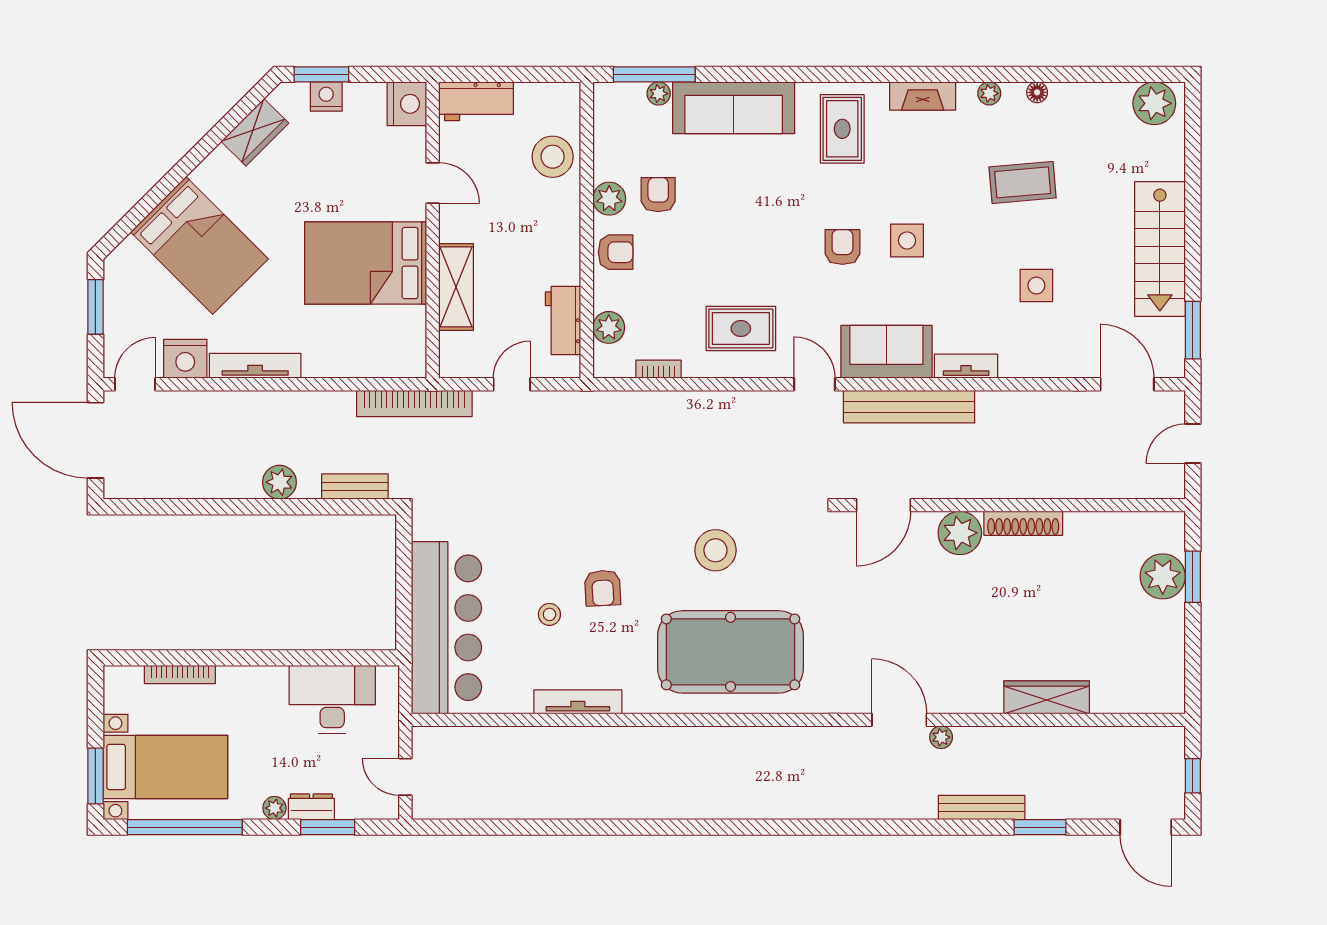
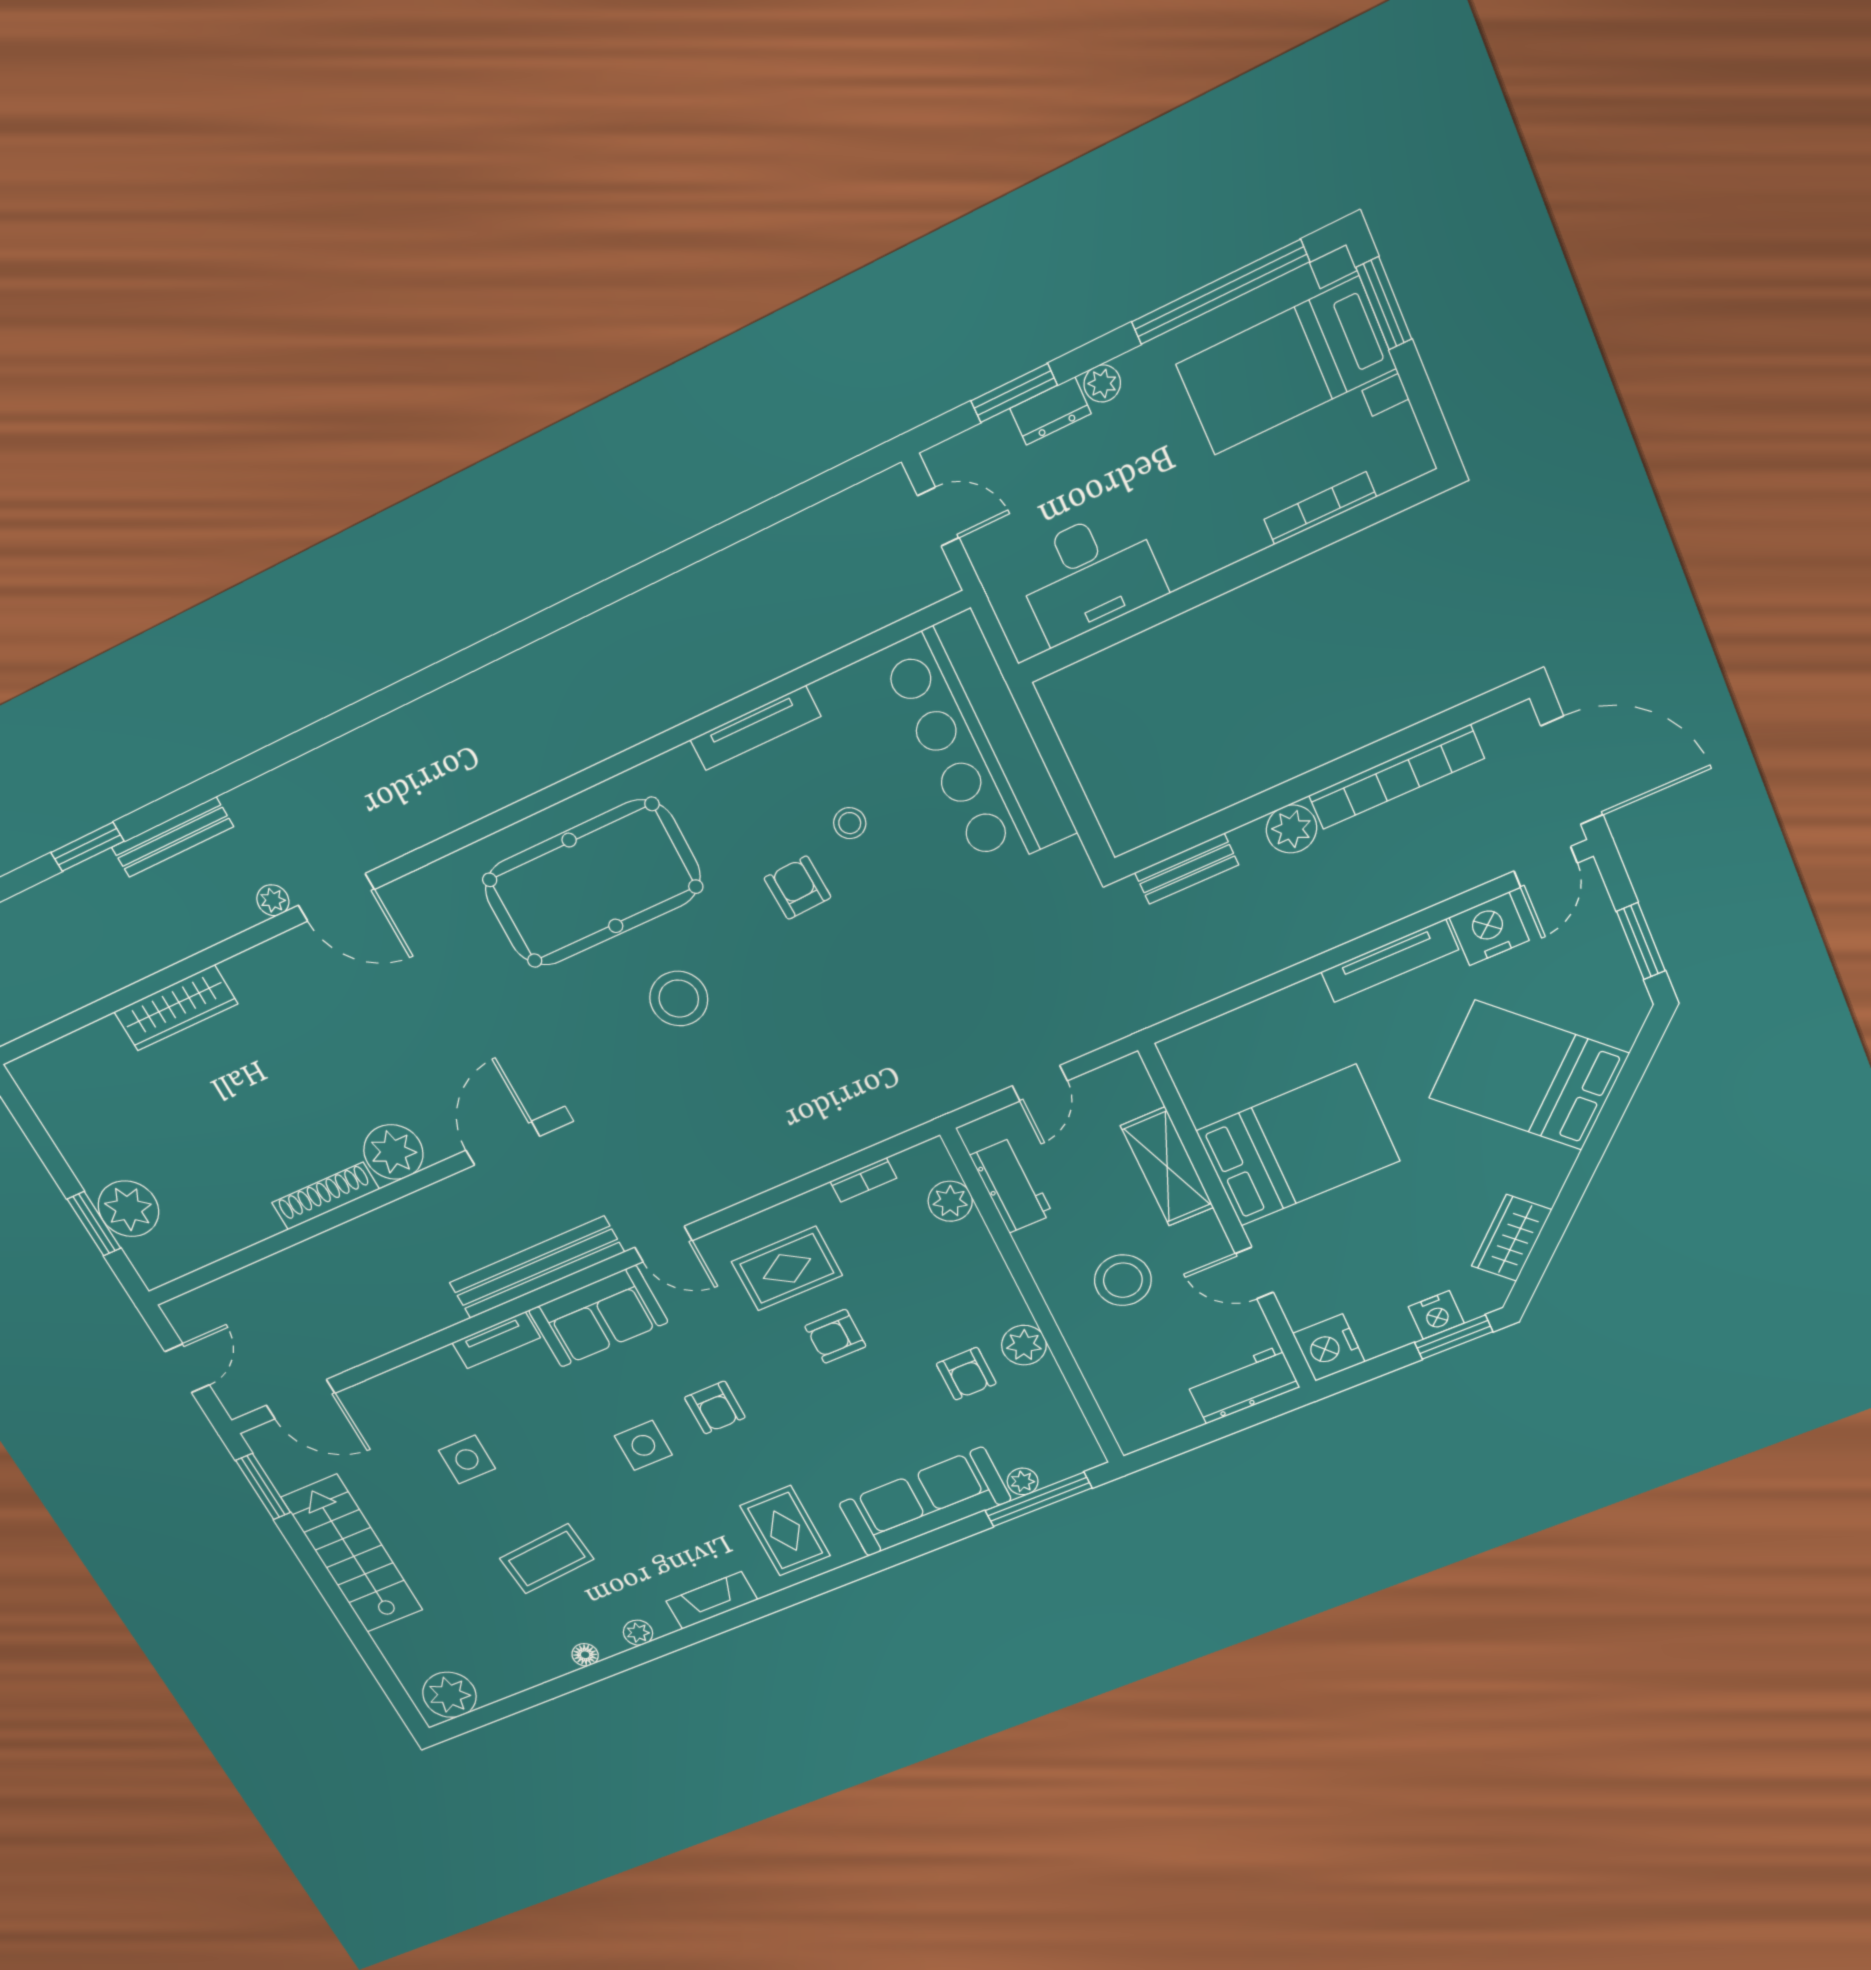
stool: (553, 157) -> (1123, 1280), moved
armchair: (616, 252) -> (835, 1336), moved
bookcase: (414, 403) -> (1396, 777), moved, turned 180

